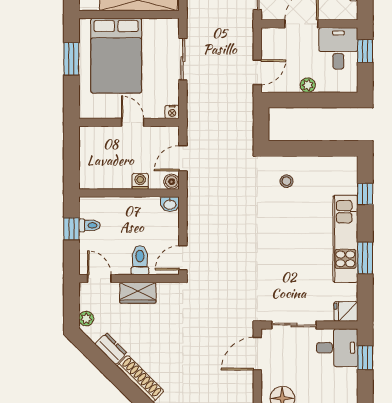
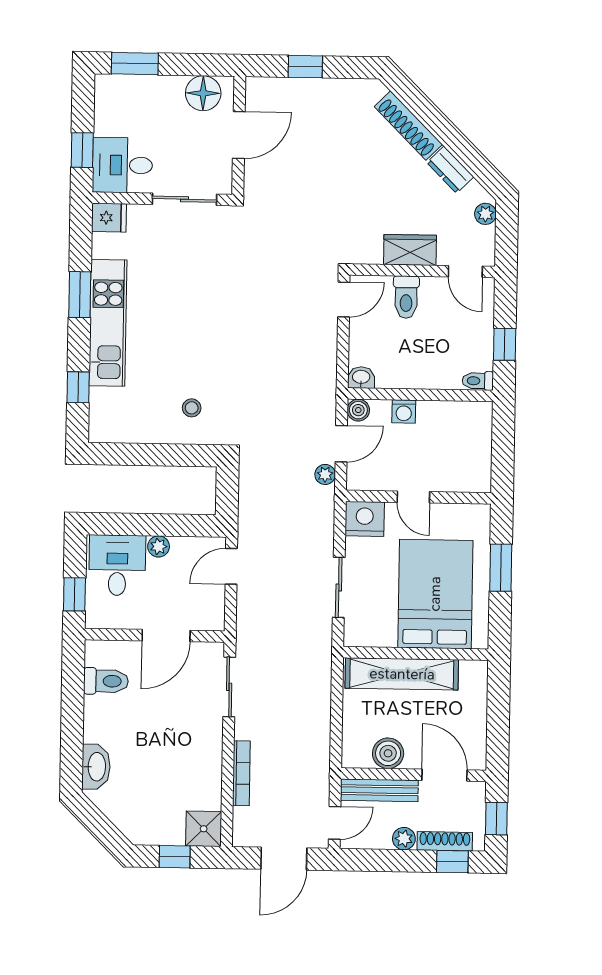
desk: (338, 48) -> (117, 565), moved, turned 180
window: (71, 59) -> (501, 568), moved
nightstand: (172, 112) -> (365, 519), width x1.89, depth x1.79
plant: (194, 137) -> (325, 474), added
toilet: (89, 225) -> (478, 381), moved
door: (257, 354) -> (239, 135), moved

